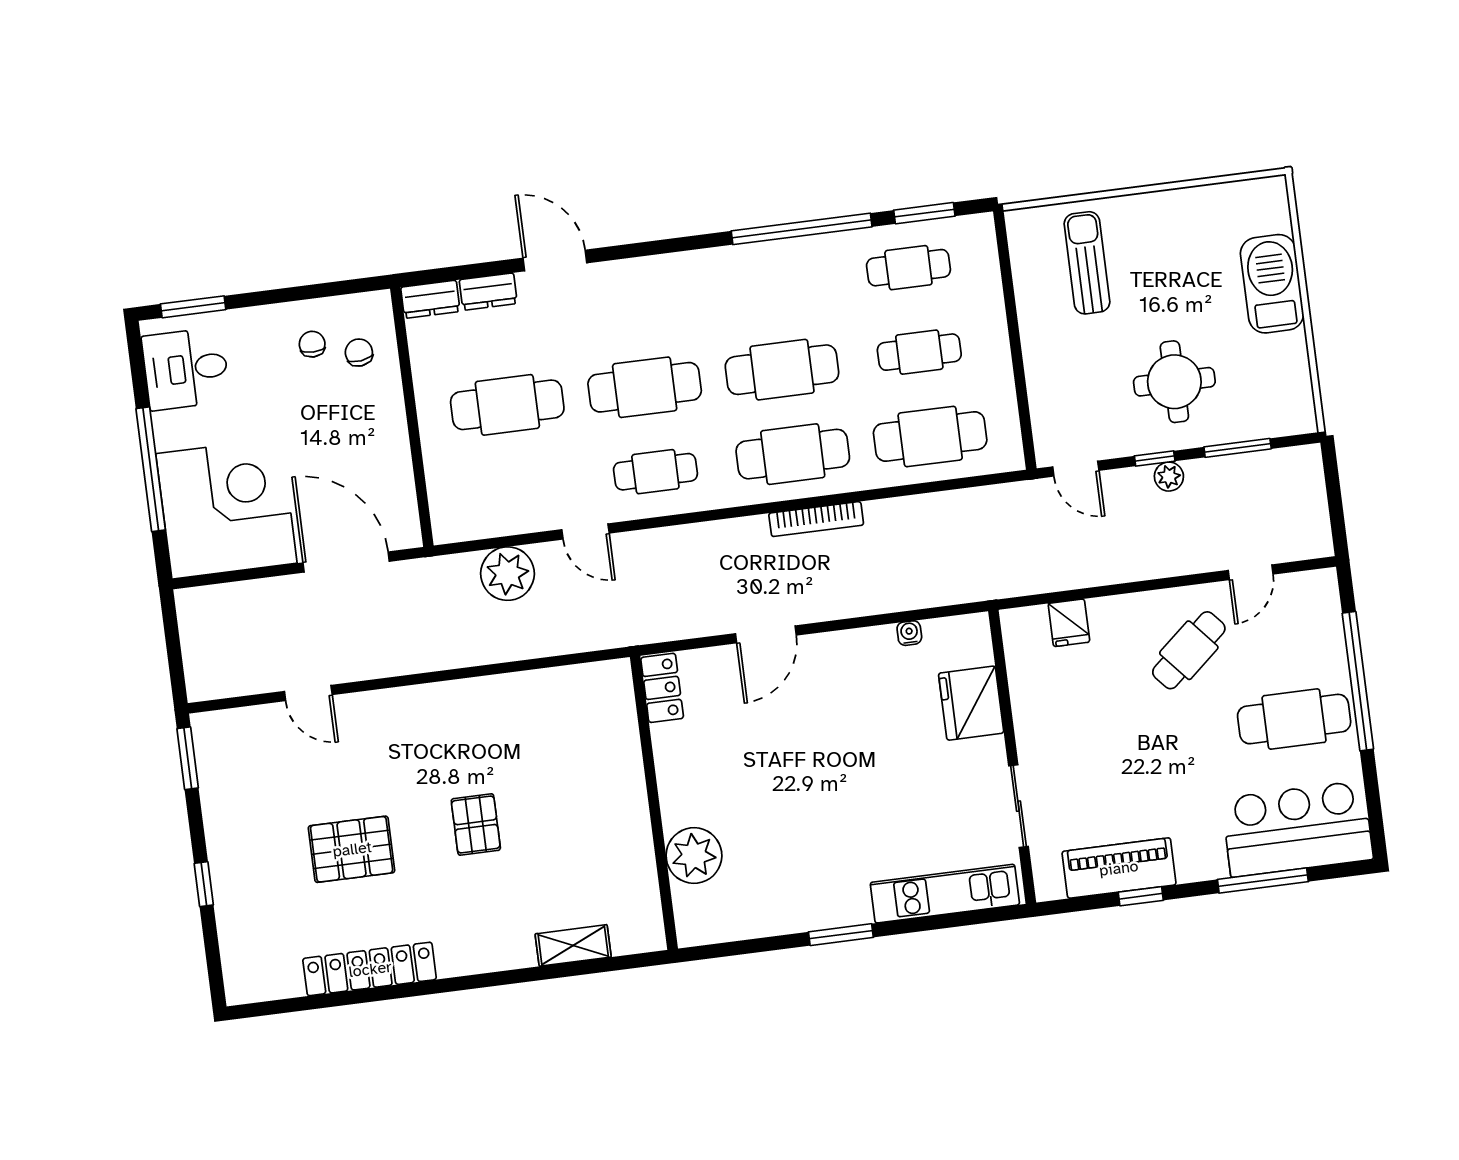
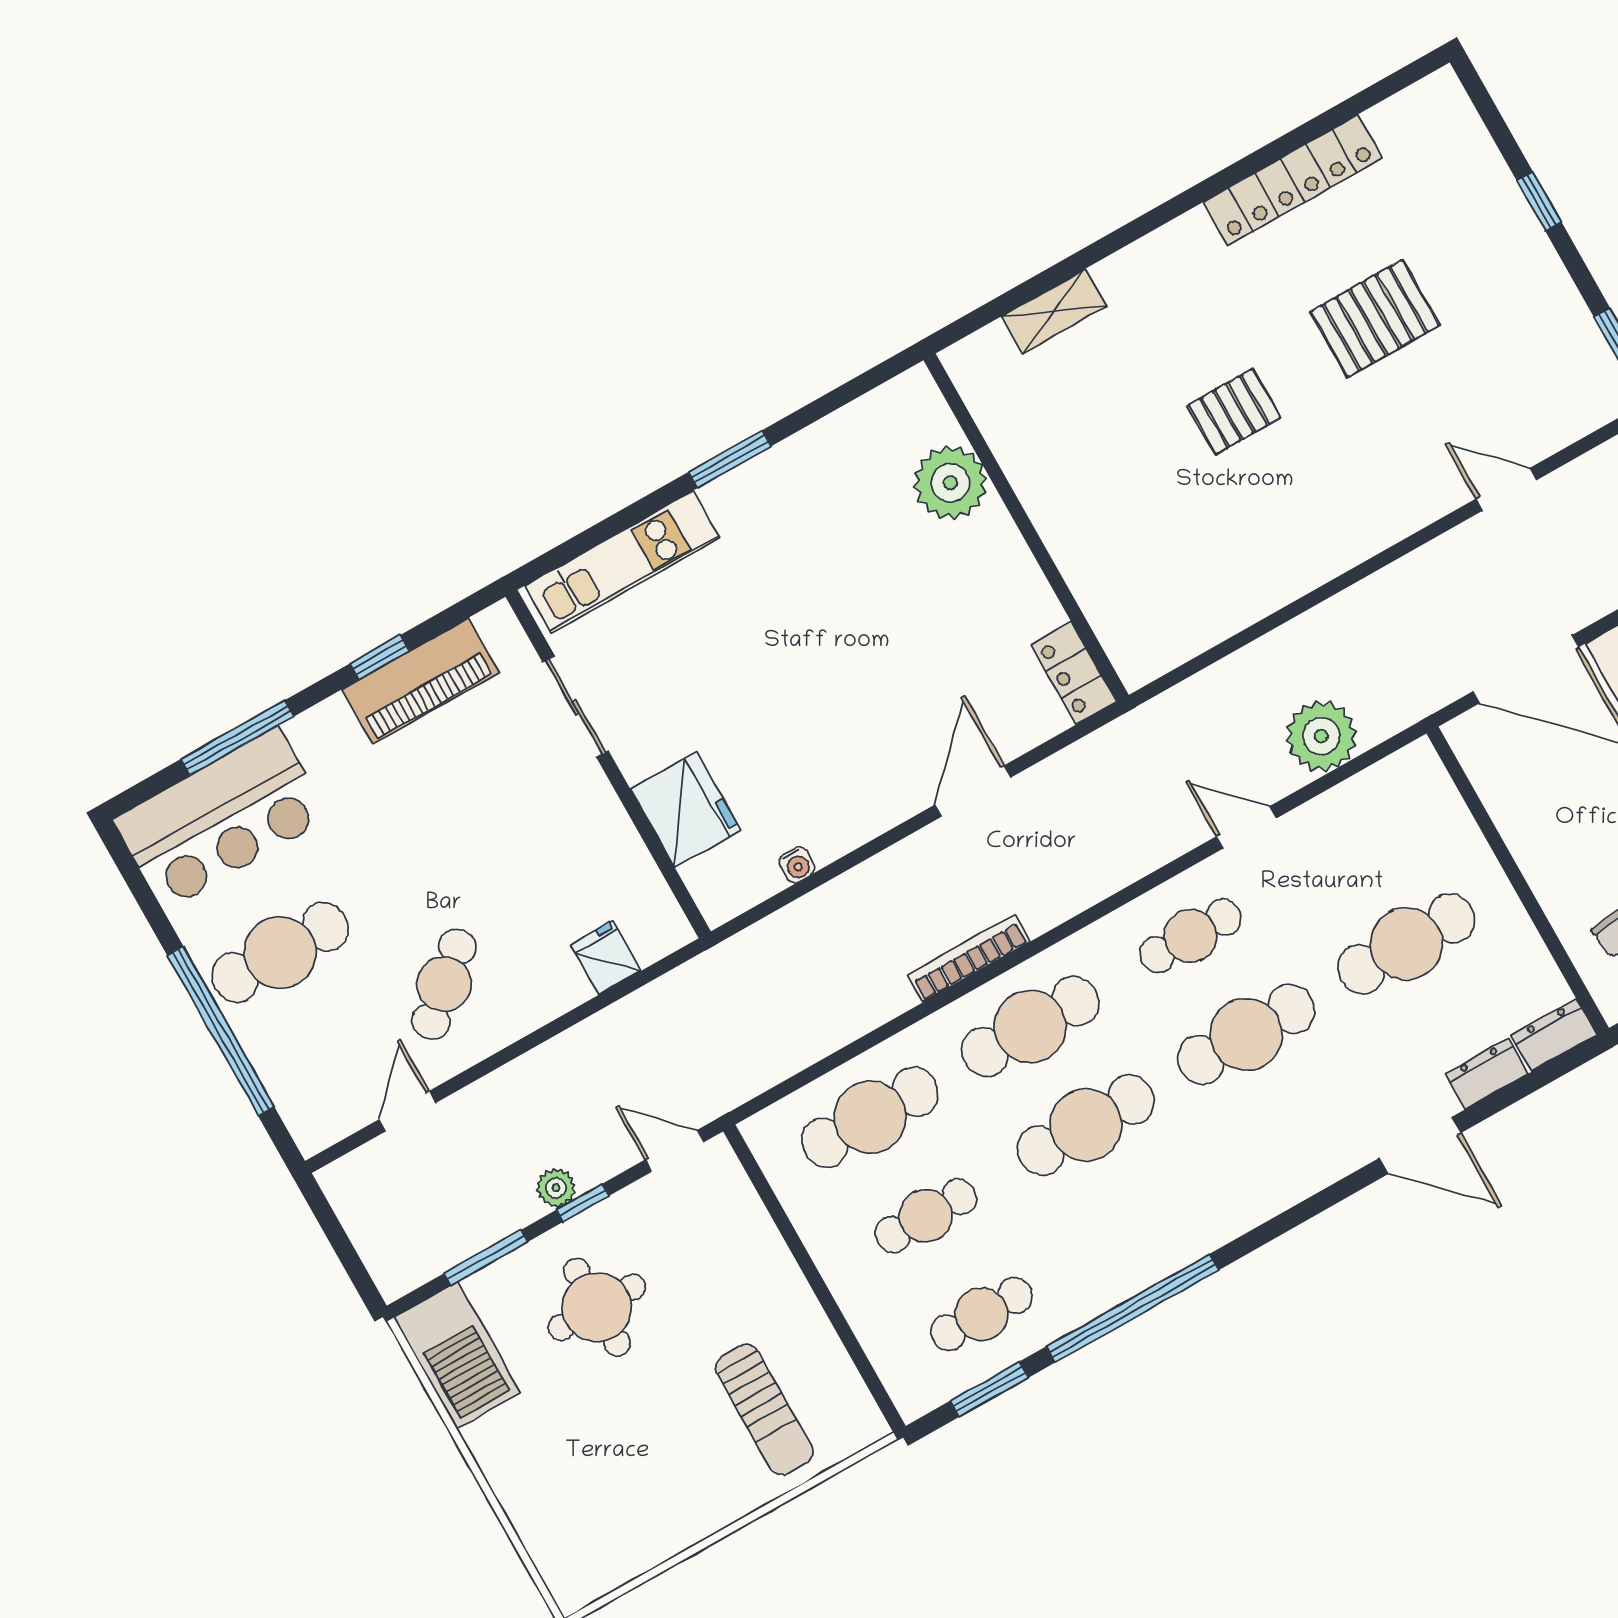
barbecue: (1272, 284) -> (457, 1355), moved
pallet: (476, 825) -> (1234, 411), turned 90

